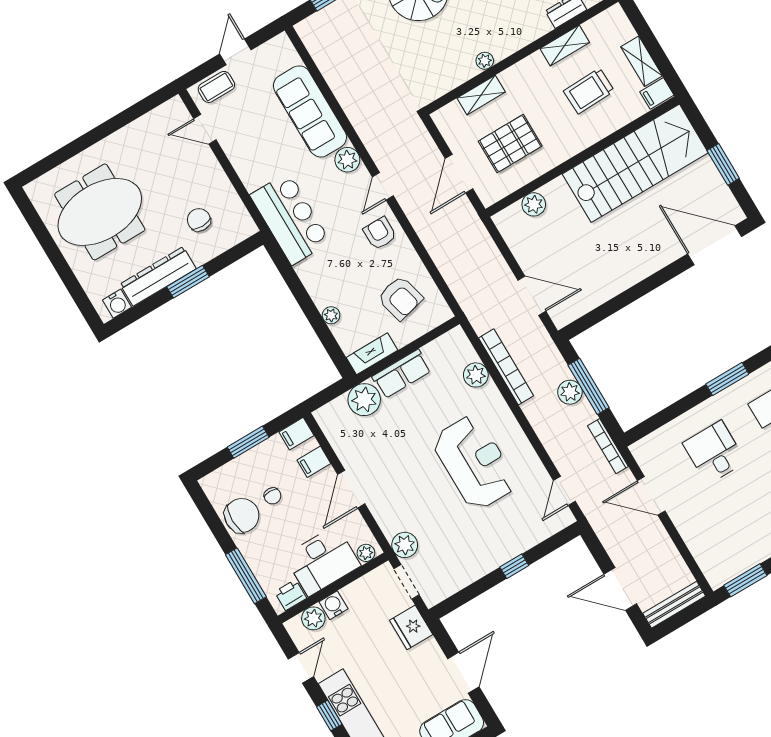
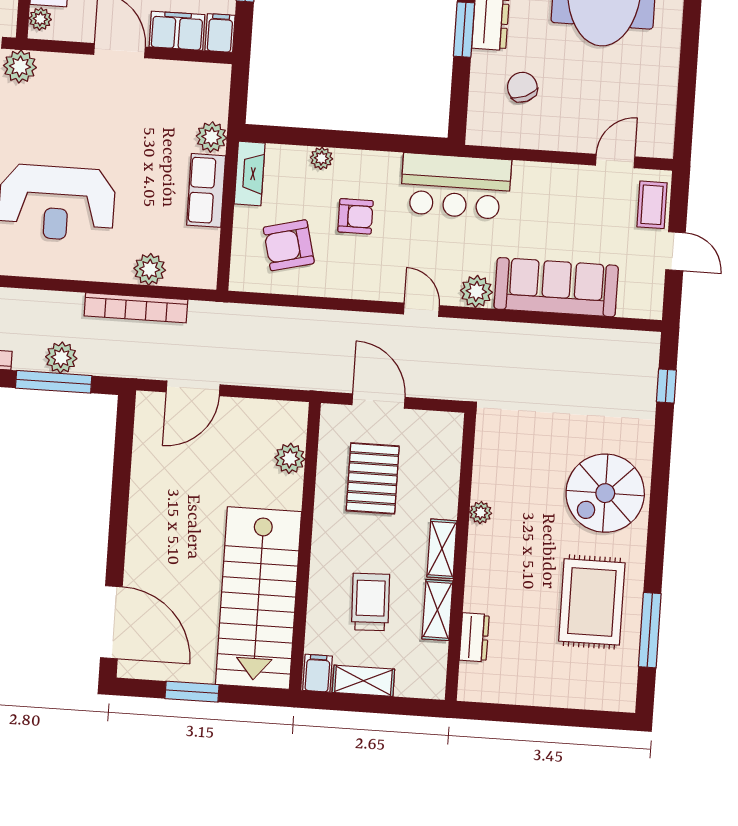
shelving: (481, 95) -> (442, 549), moved
chair: (199, 220) -> (522, 87), turned -114
armchair: (380, 233) -> (355, 216), moved
door: (715, 245) -> (111, 622), hinge flipped
plant: (364, 400) -> (211, 137), width x0.73, depth x0.73
filing cabinet: (314, 462) -> (177, 31), width x2.00

